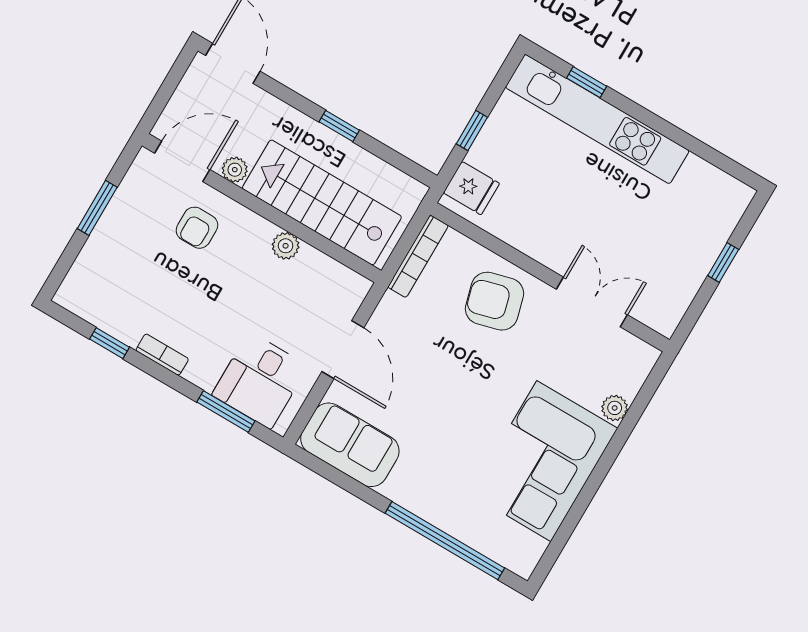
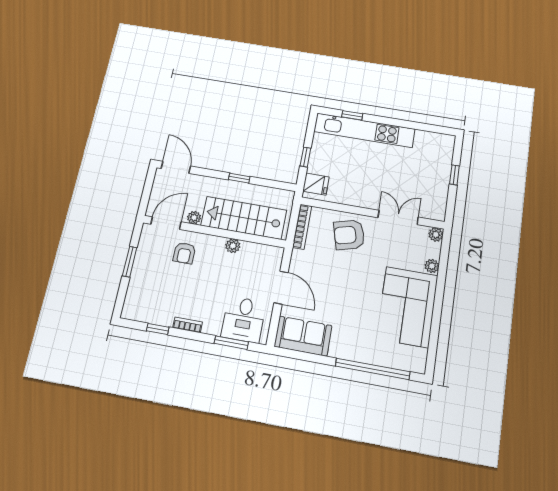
plant: (645, 356) -> (436, 235), added

